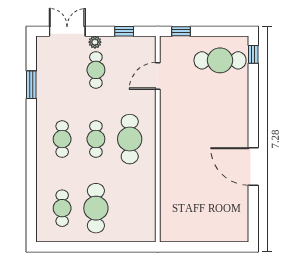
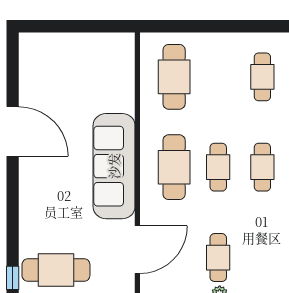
door: (158, 76) -> (137, 250), width x1.36
sofa: (176, 140) -> (114, 166), added
cafe table: (96, 208) -> (174, 77), moved

